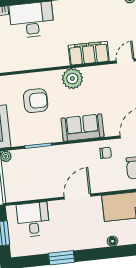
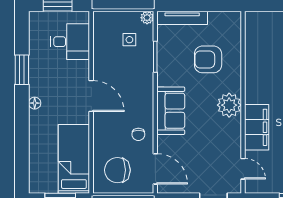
armchair: (36, 101) -> (208, 59), turned 90
side table: (26, 169) -> (129, 40), added
floor lamp: (112, 241) -> (35, 103), moved

